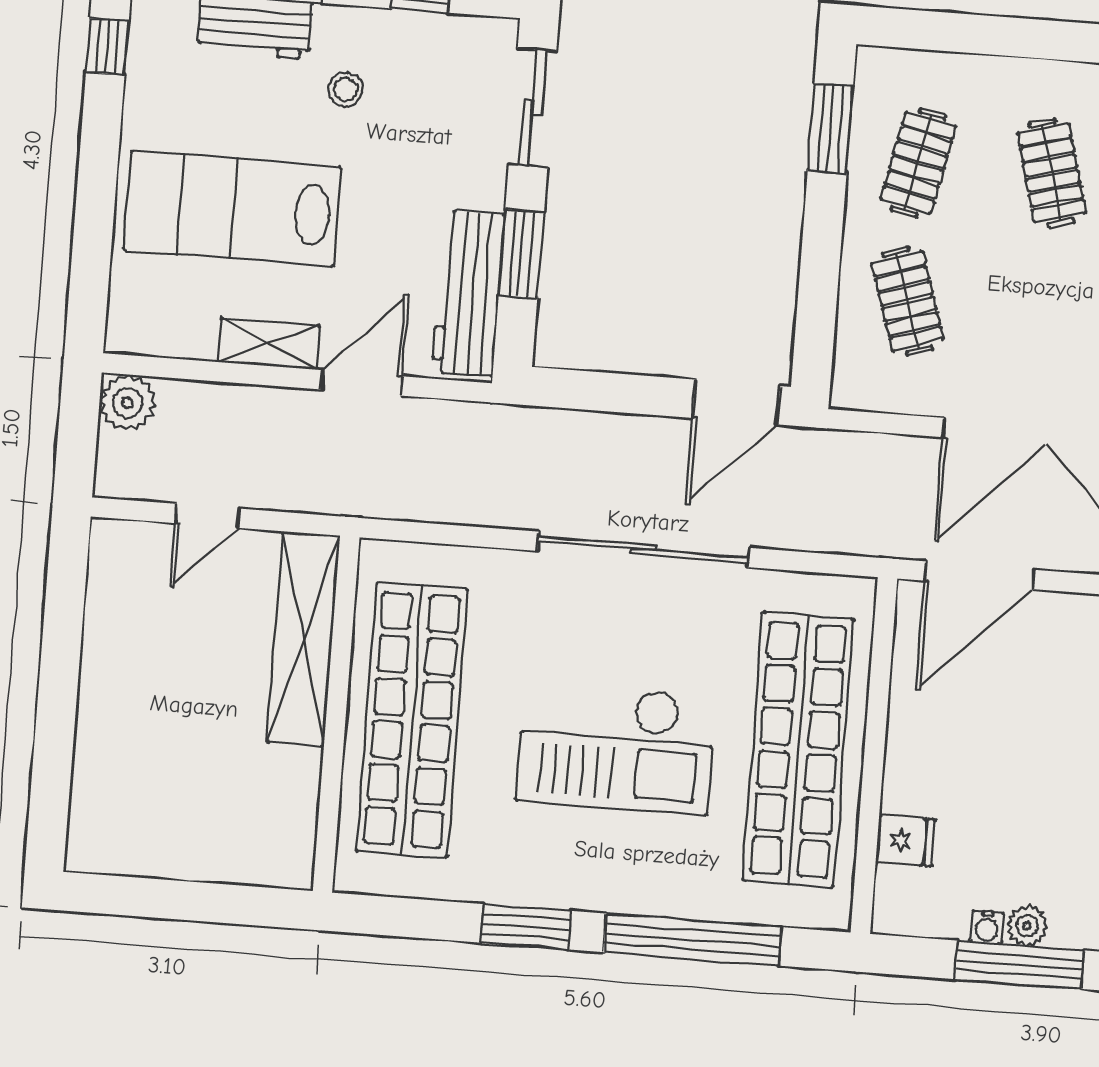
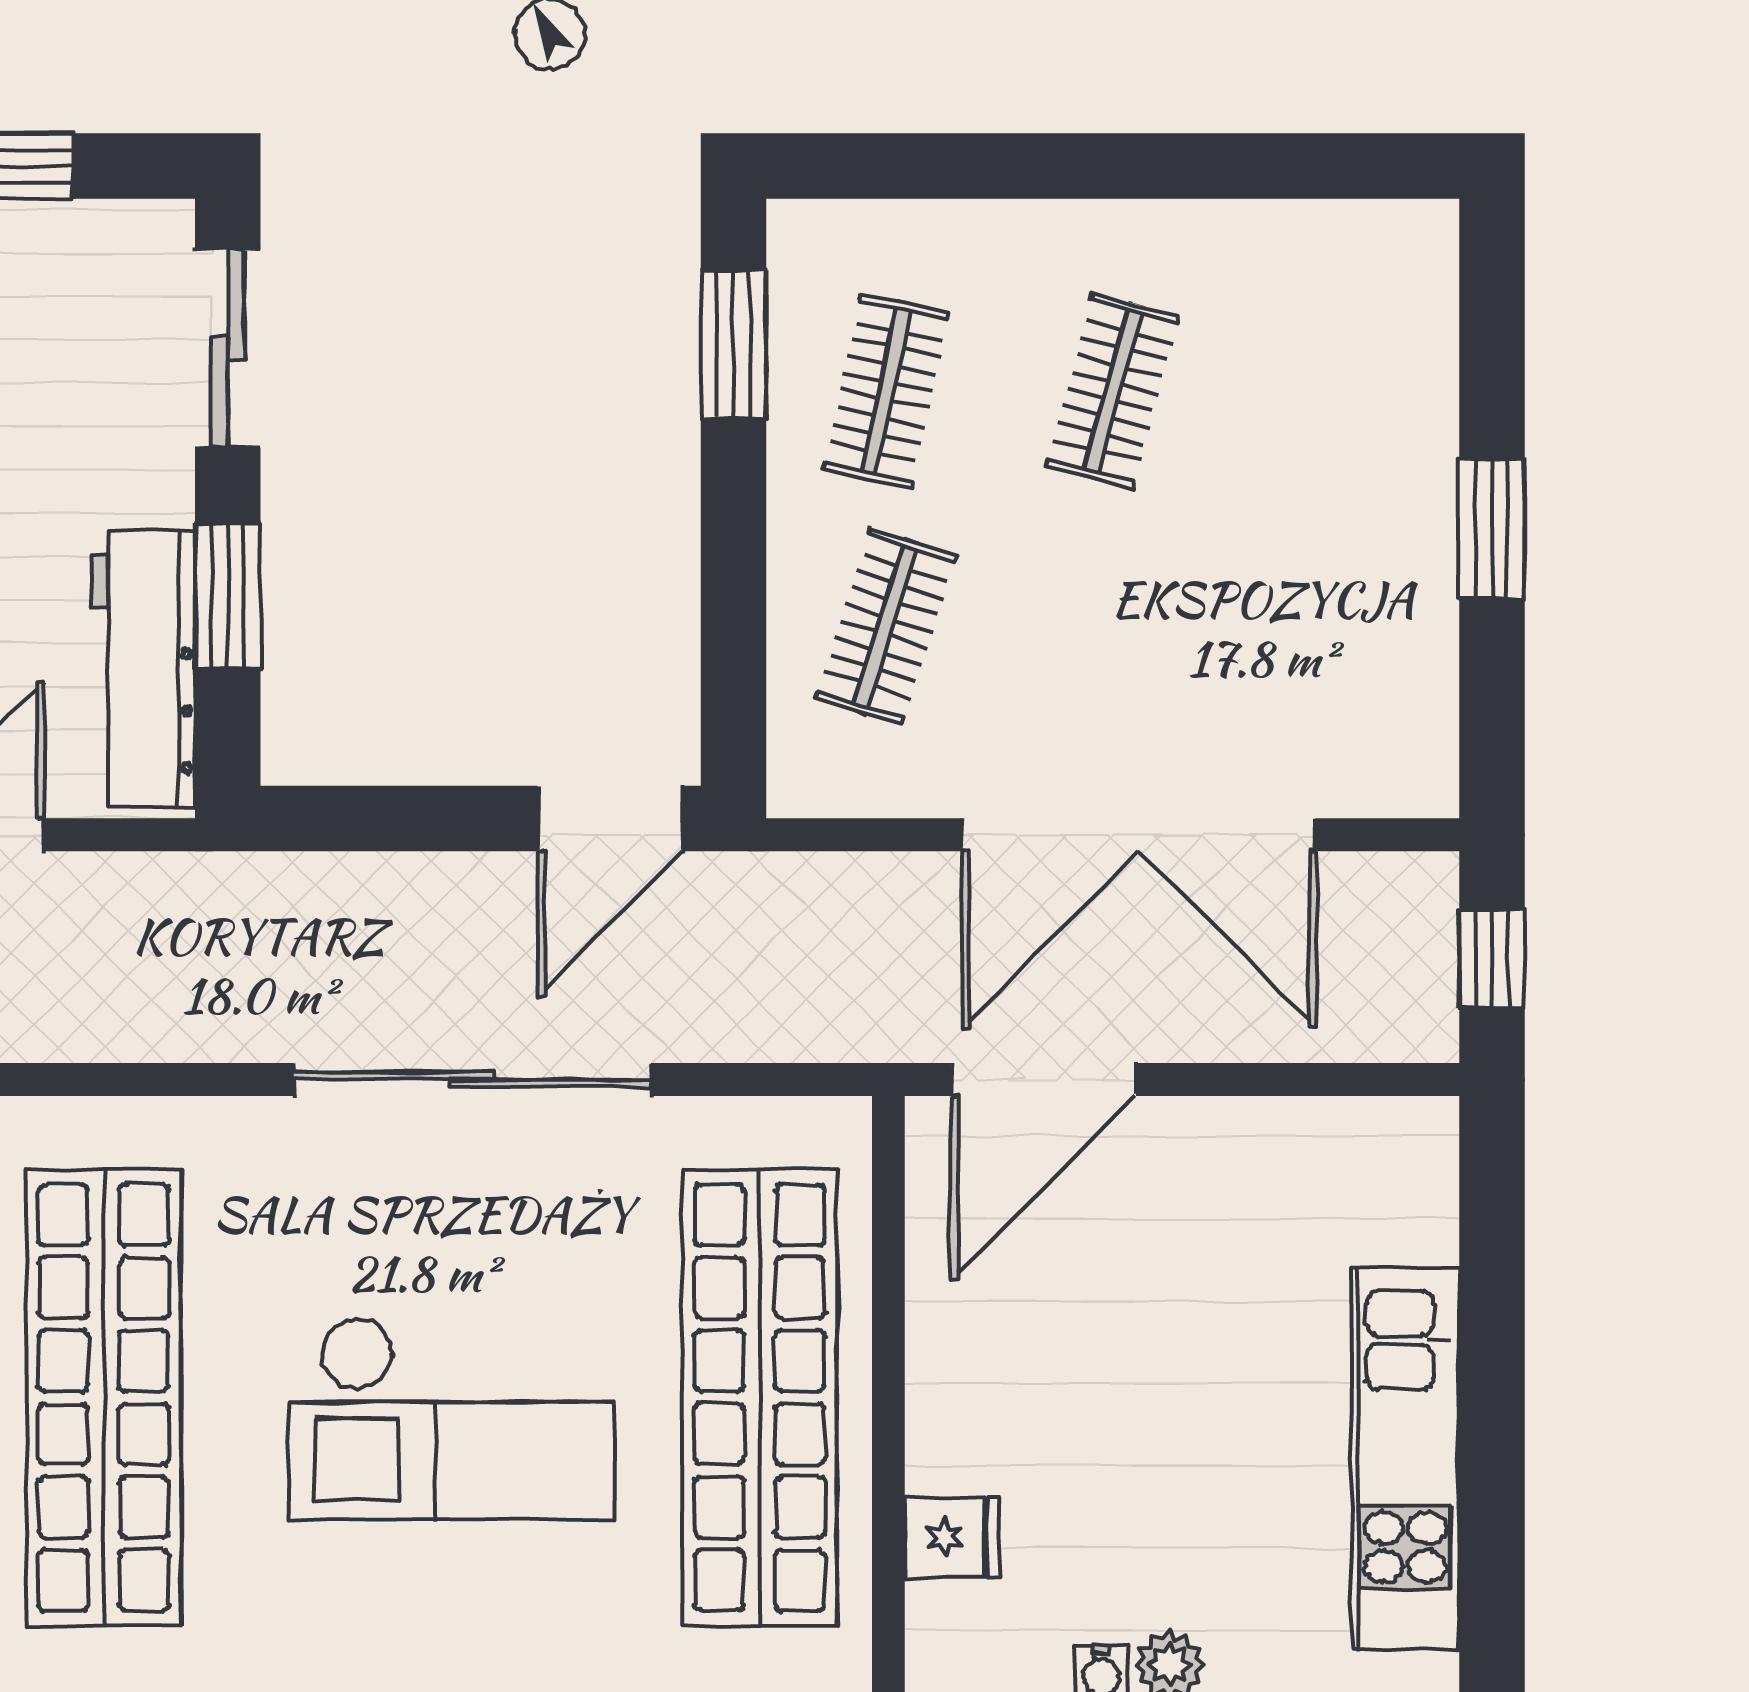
clothes rail: (1052, 173) -> (1113, 391), turned 30
clothes rail: (908, 301) -> (886, 626), turned 36

